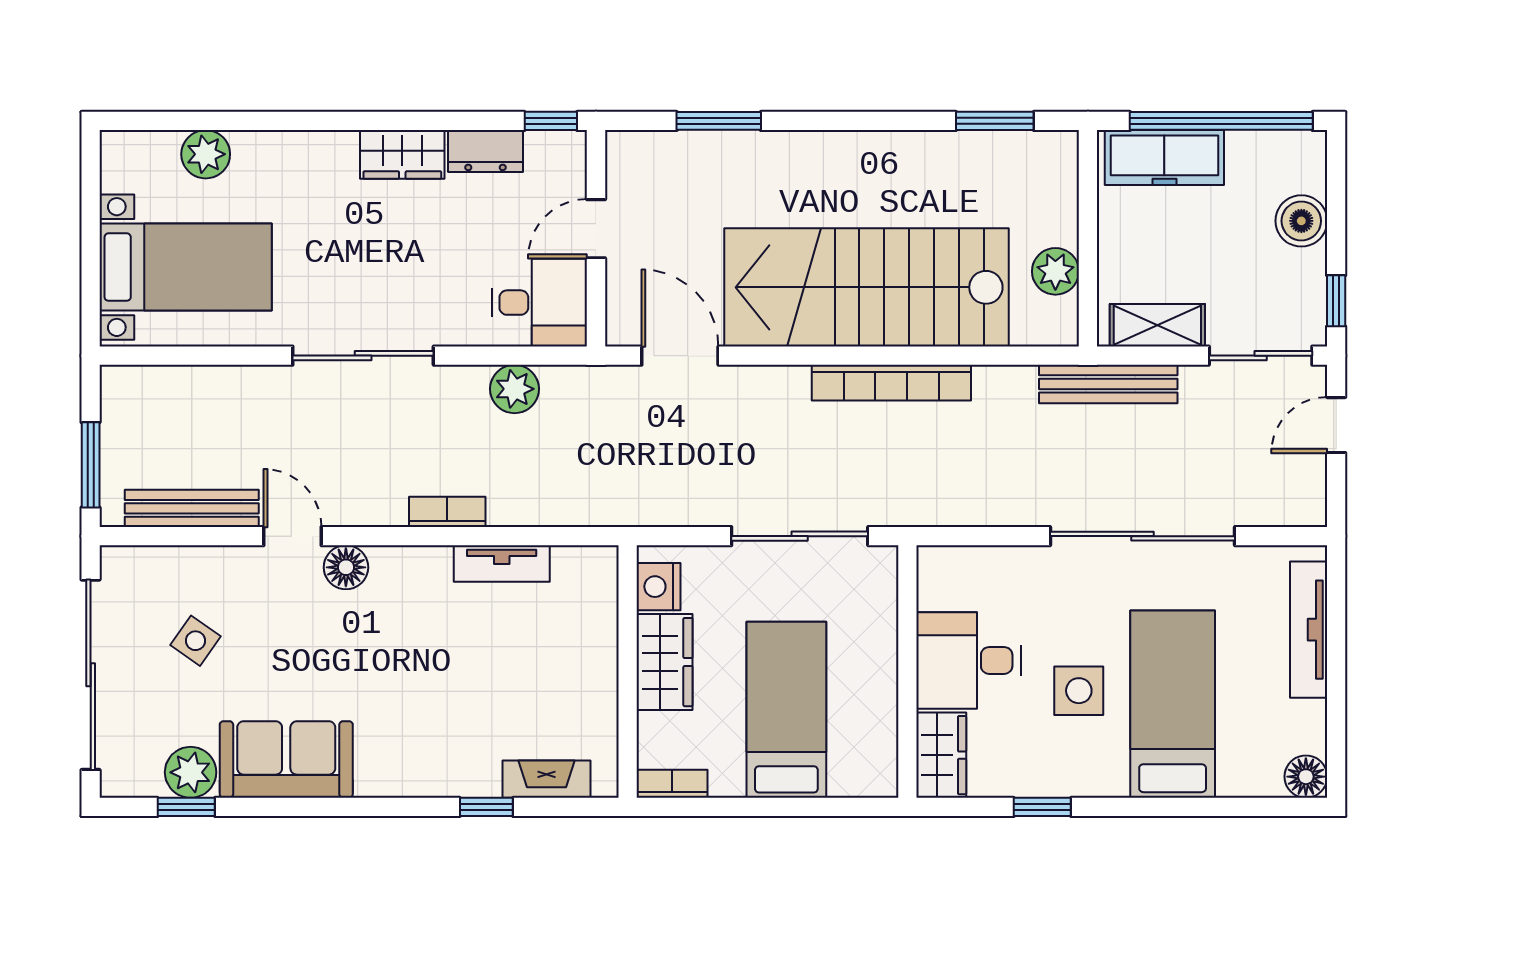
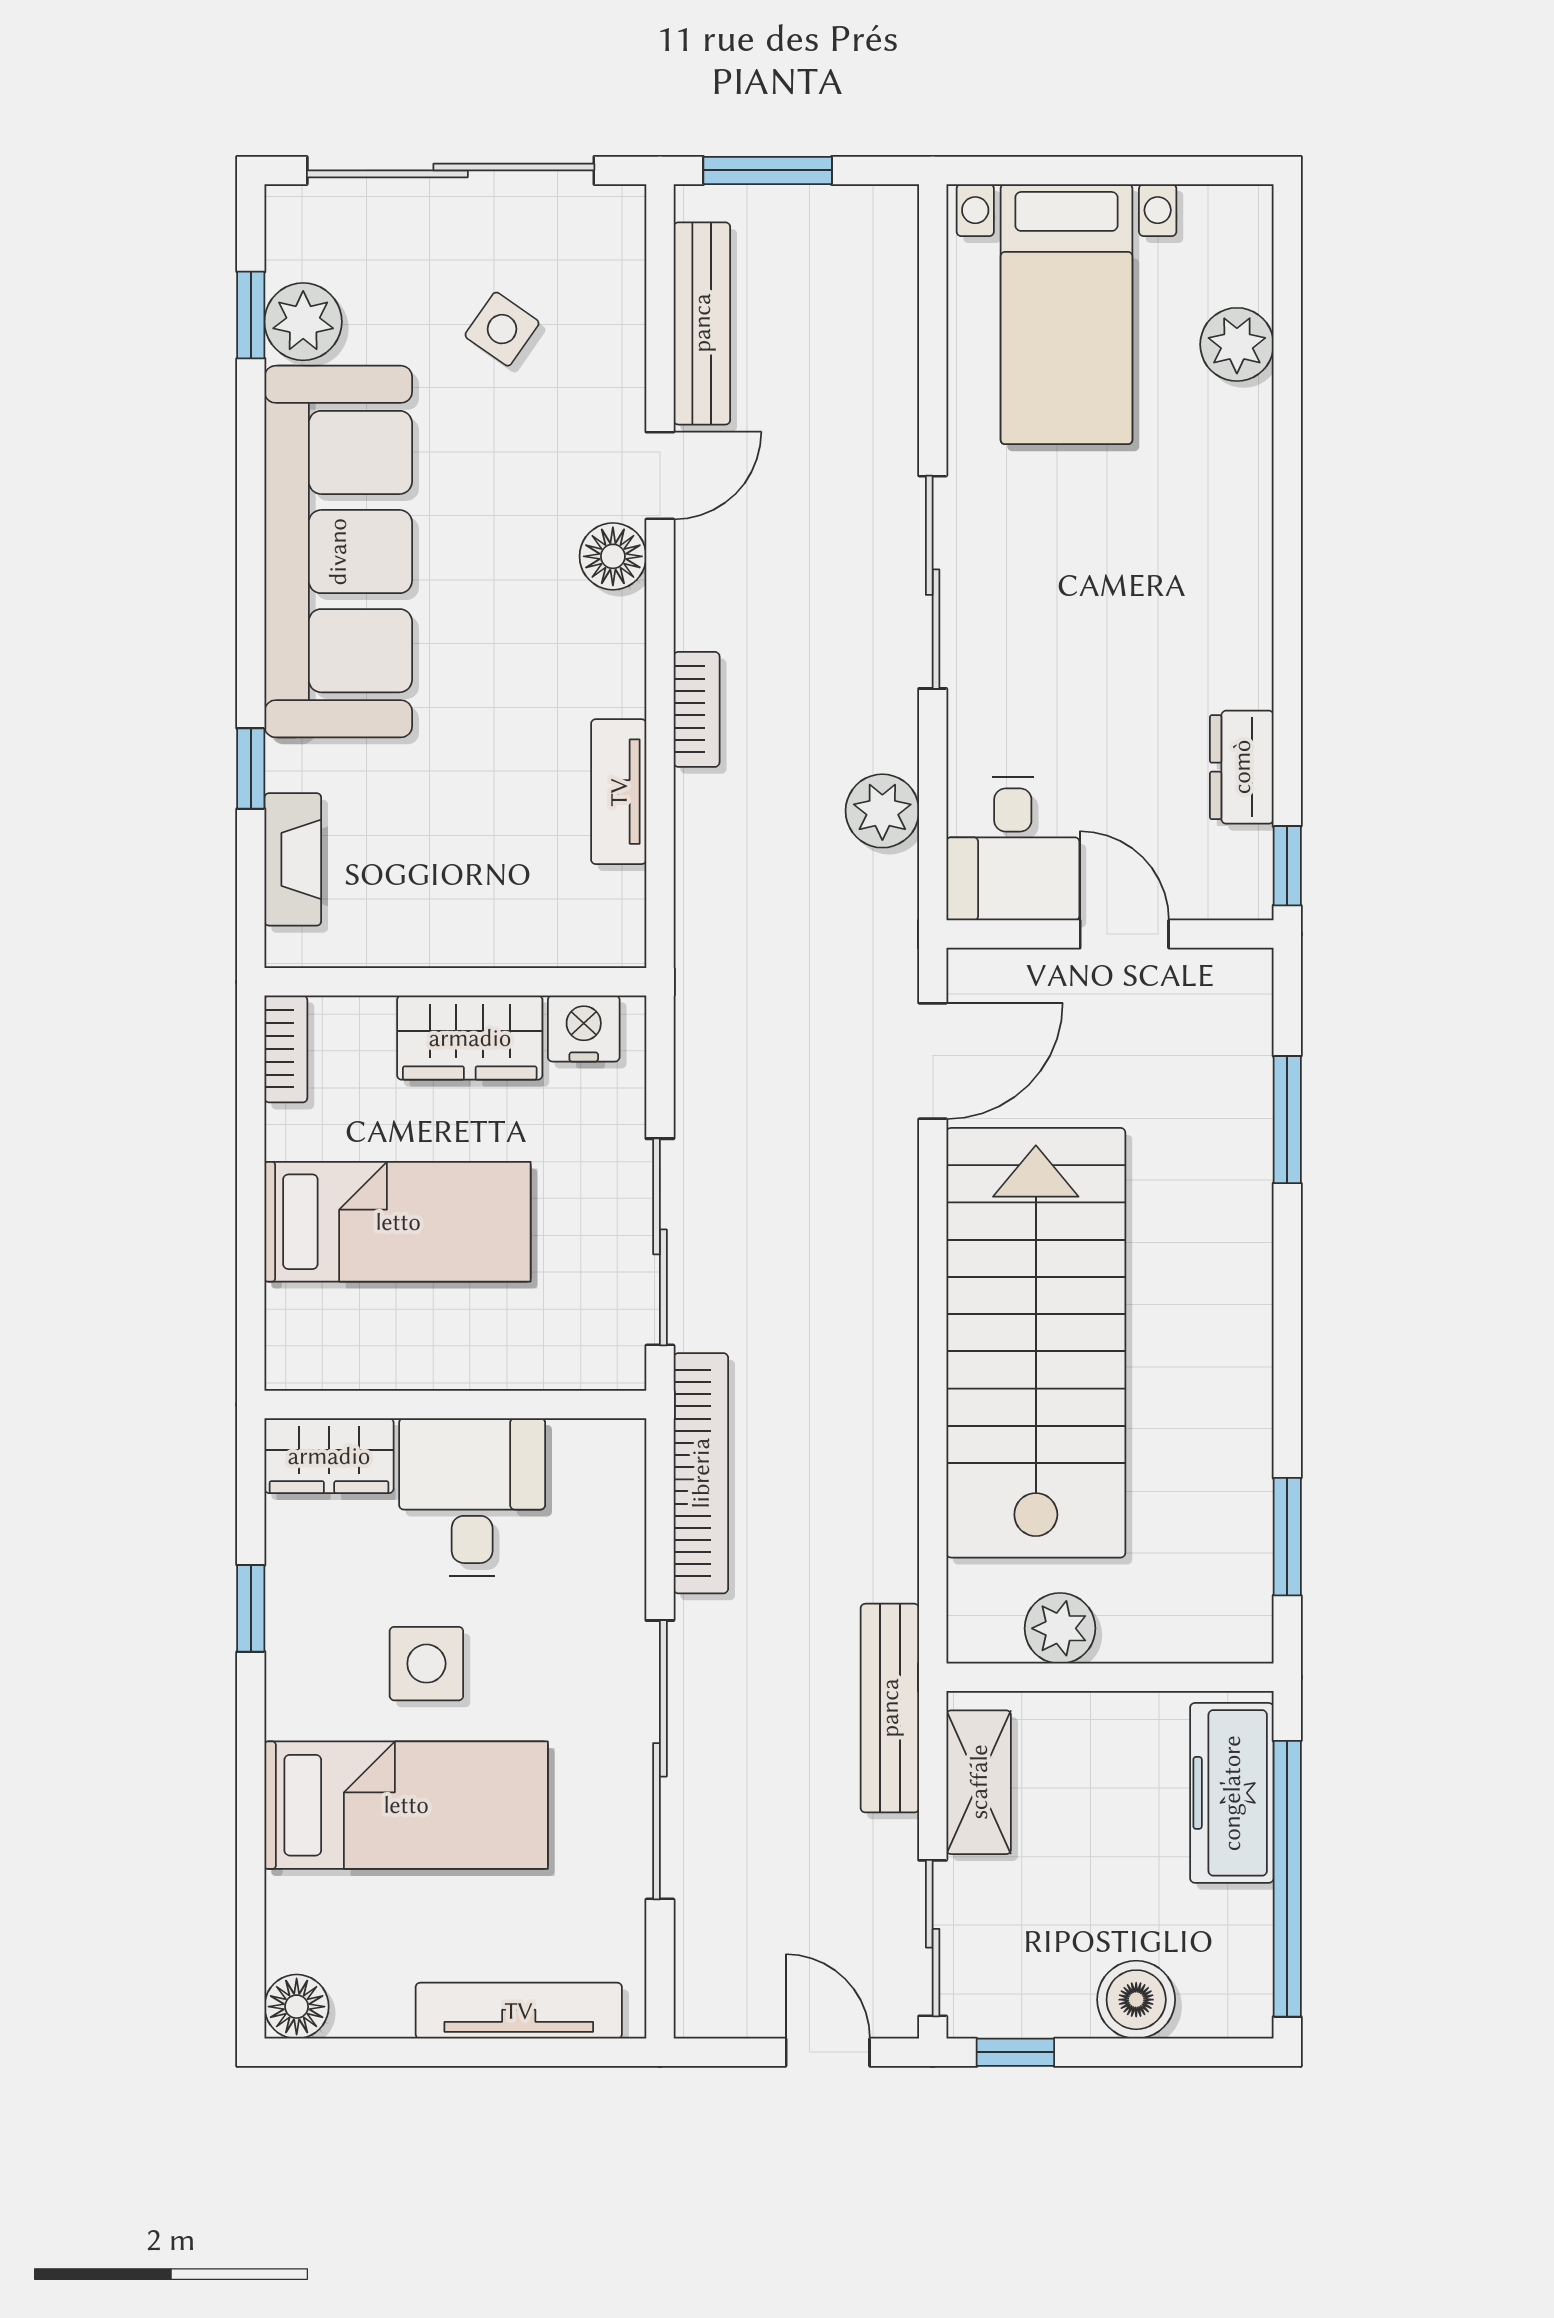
wardrobe: (402, 154) -> (1237, 642), removed
bookcase: (891, 383) -> (701, 1473), moved, turned 180
sofa: (286, 759) -> (338, 552), width x1.85, depth x1.27

